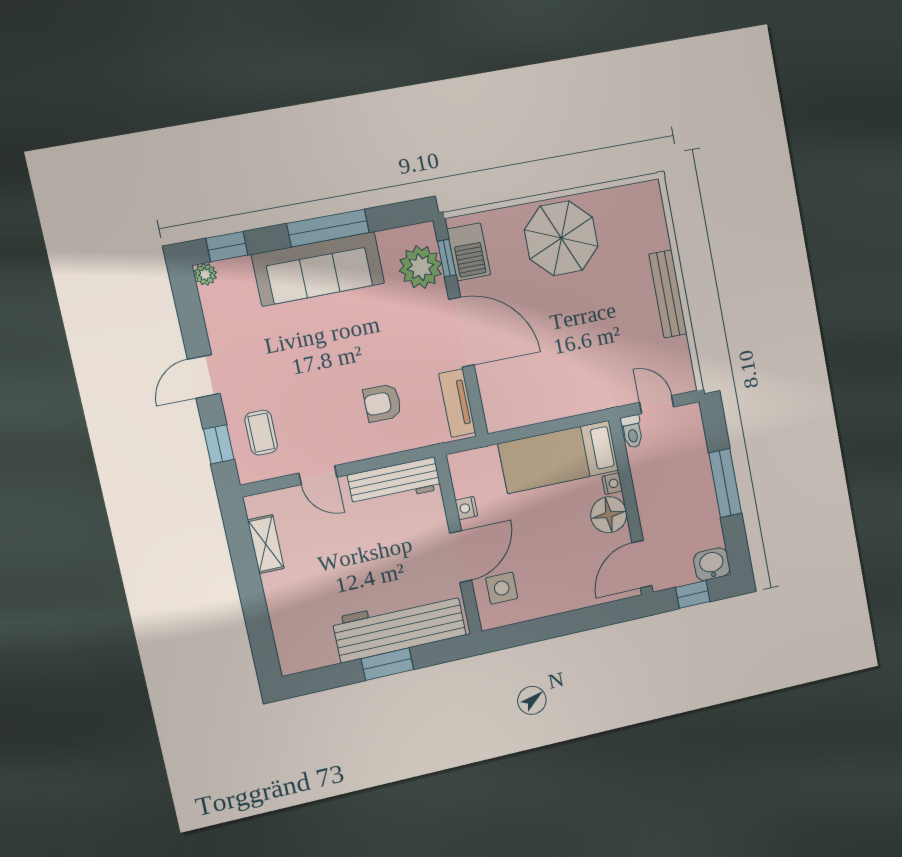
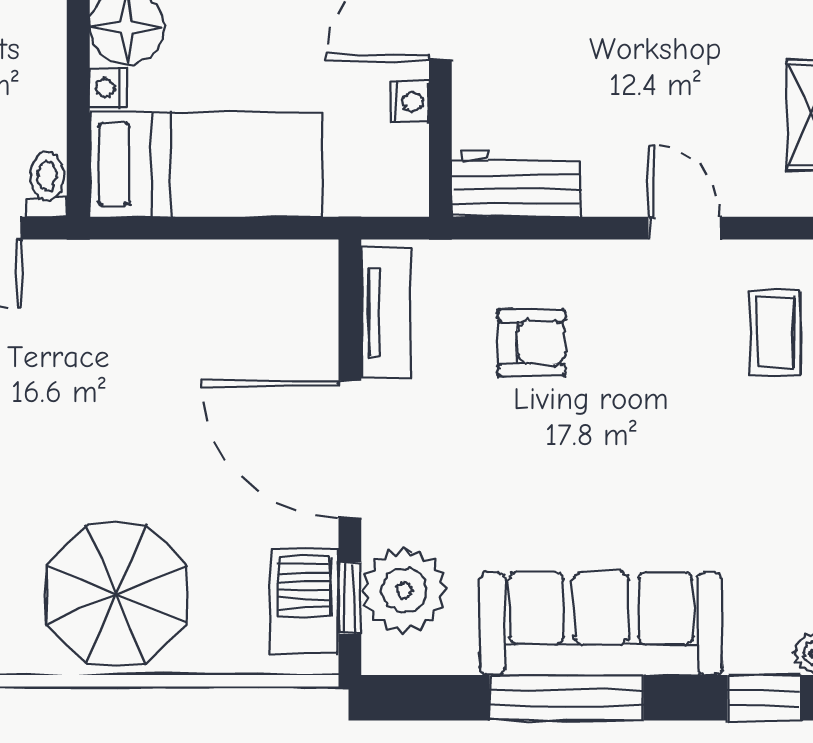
workbench: (394, 482) -> (516, 184), width x0.73

